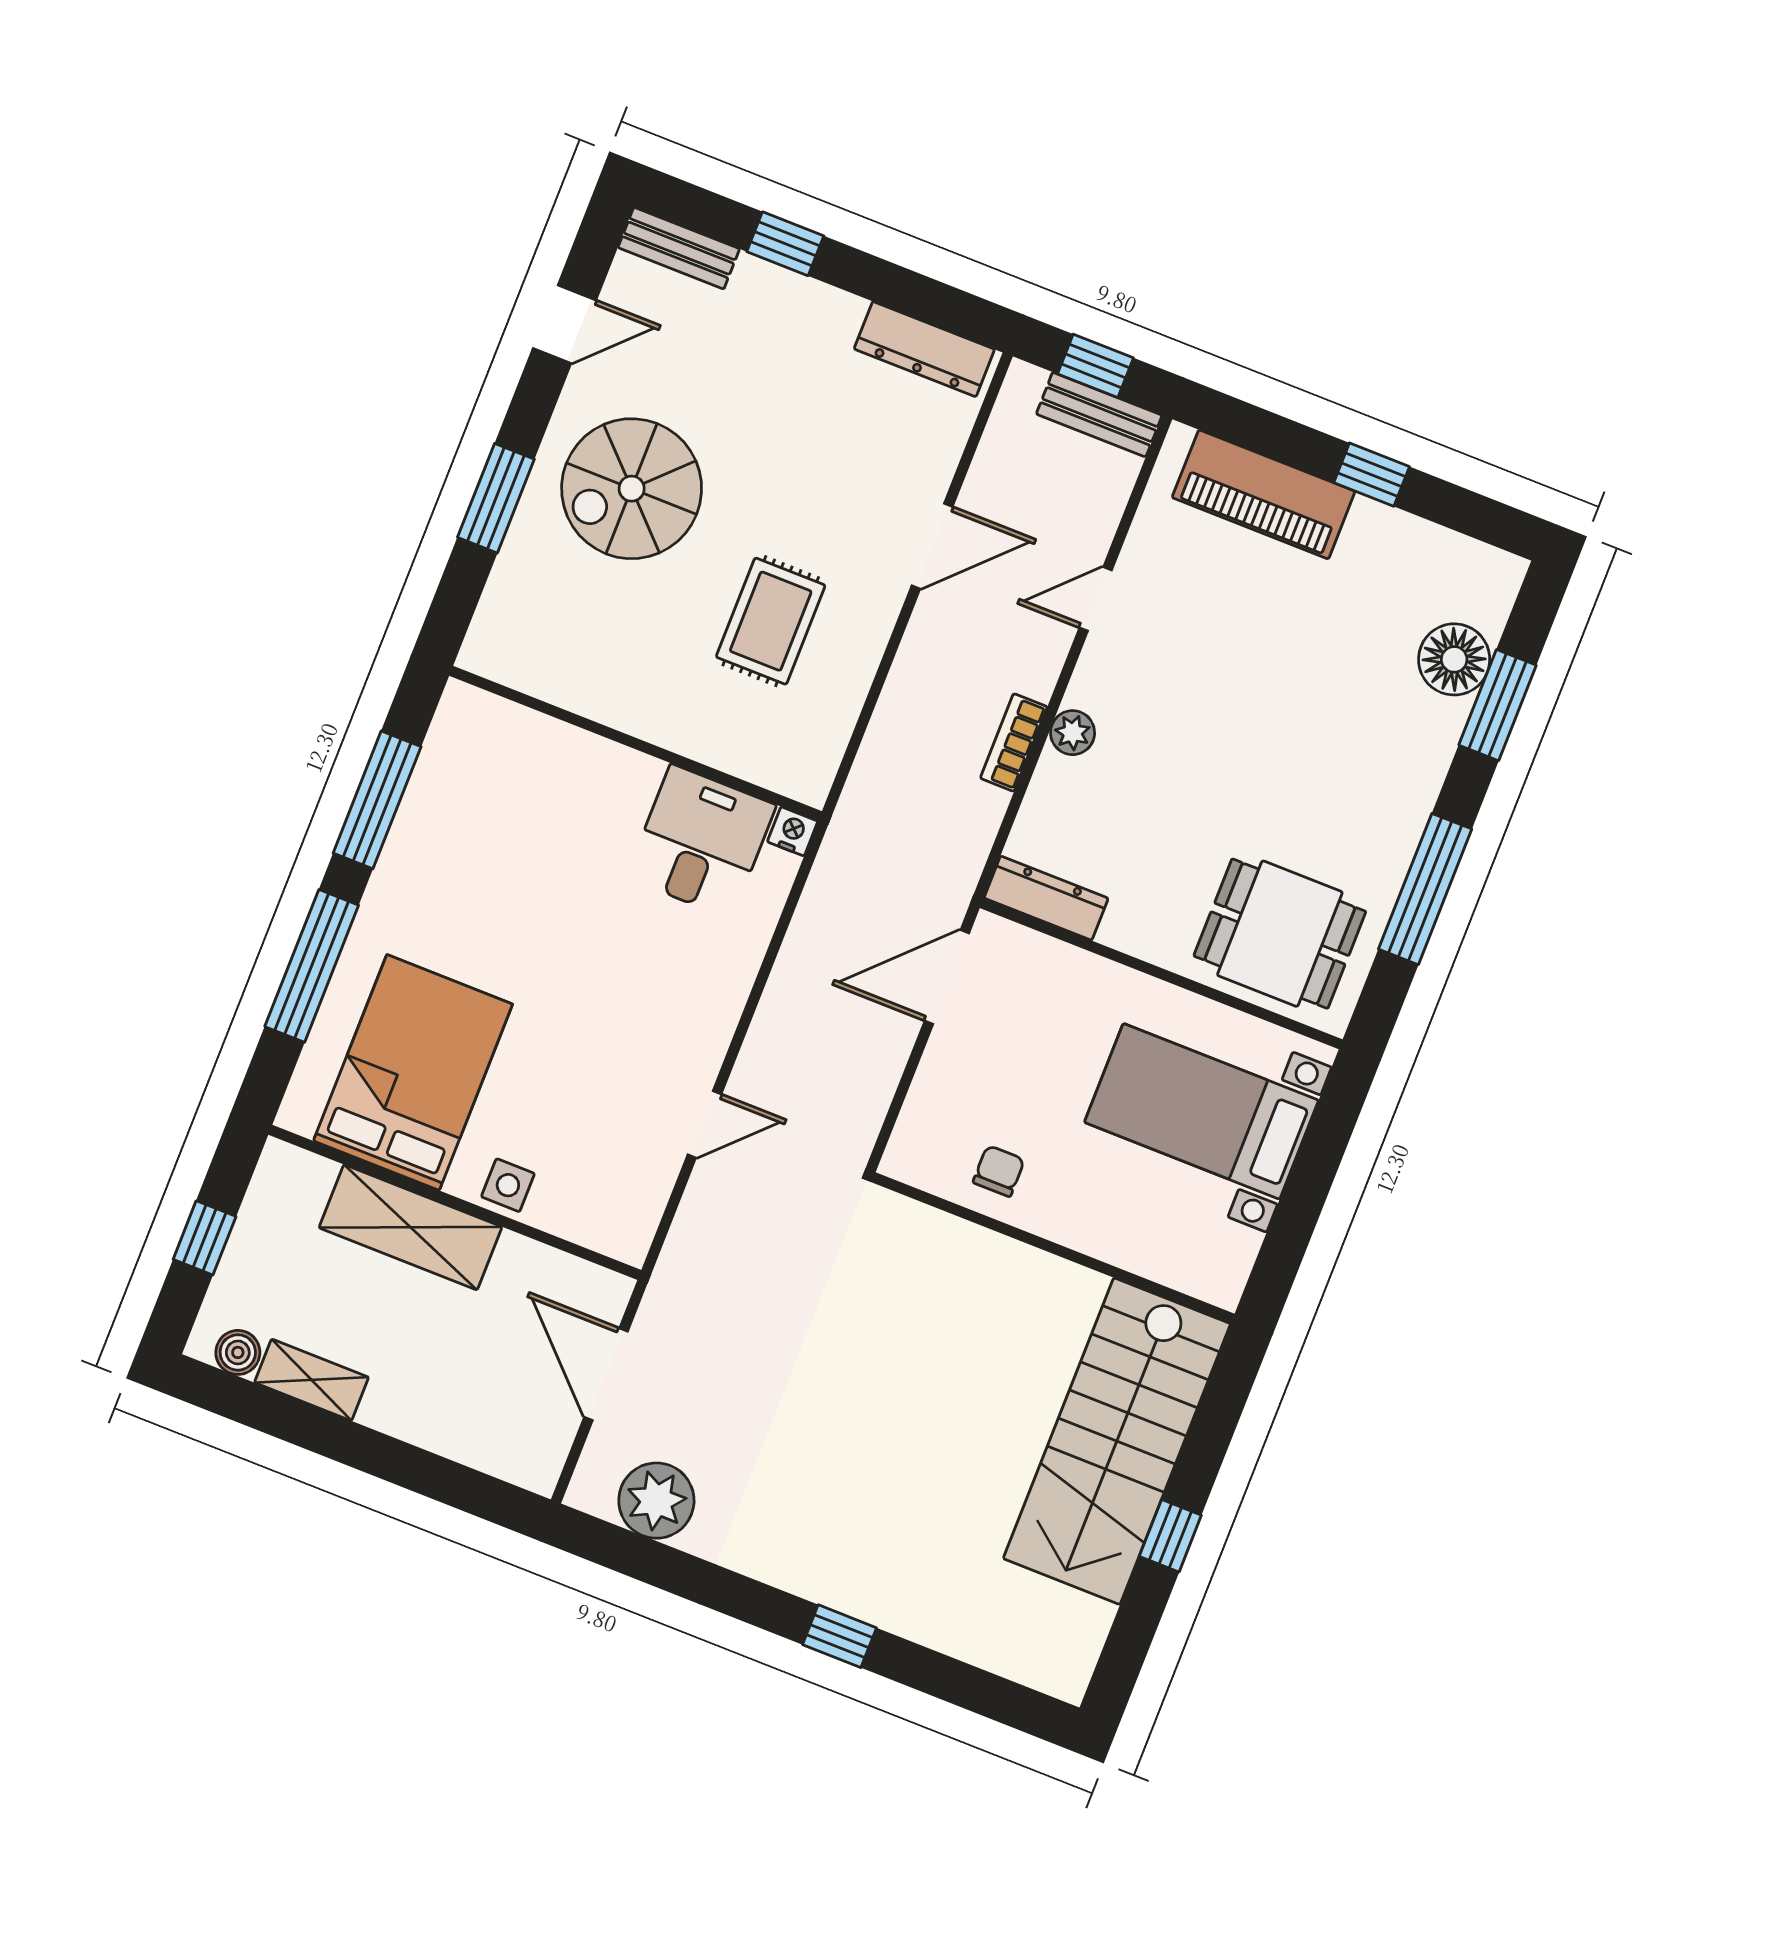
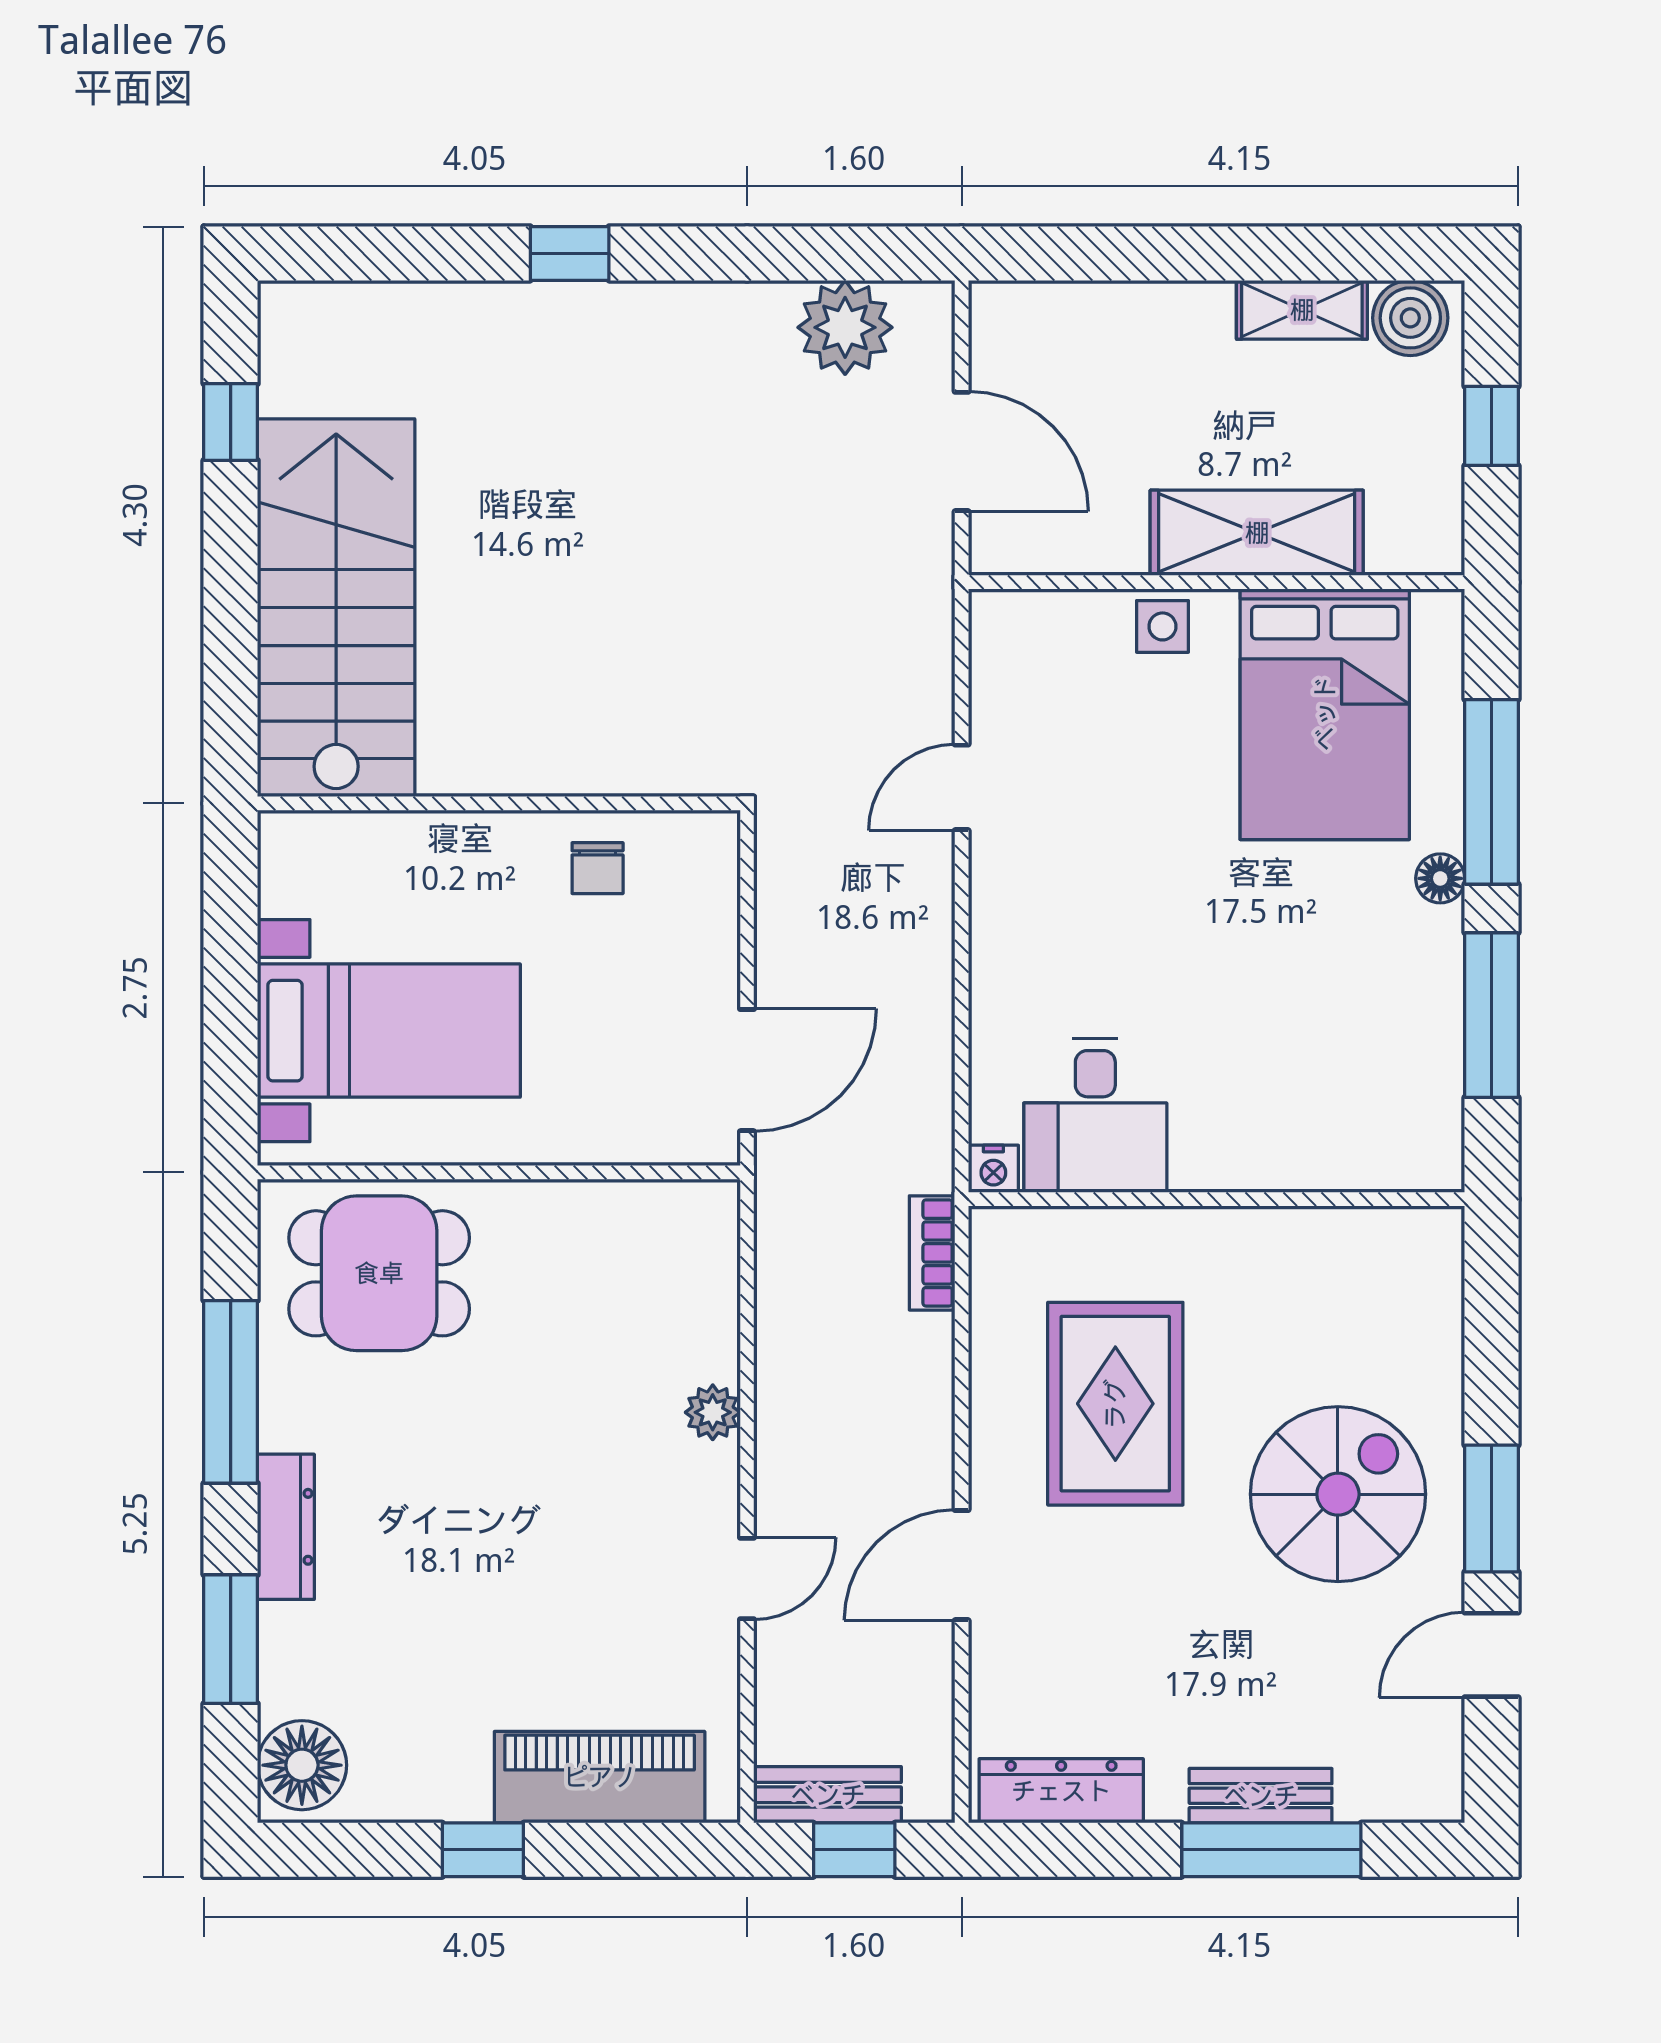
window: (785, 244) -> (1271, 1850), width x2.17
bench: (679, 248) -> (1261, 1796), moved
window: (496, 498) -> (1492, 1509), moved
rug: (771, 621) -> (1115, 1404), width x1.36, depth x1.43
floor lamp: (1454, 659) -> (302, 1765), moved
bookcase: (1014, 742) -> (932, 1253), moved, turned 180
dresser: (1046, 898) -> (286, 1527), moved, turned -90
floor lamp: (375, 916) -> (1440, 878), added
boiler: (238, 1352) -> (1410, 318), width x1.36, depth x1.36
window: (1170, 1536) -> (231, 422), moved

